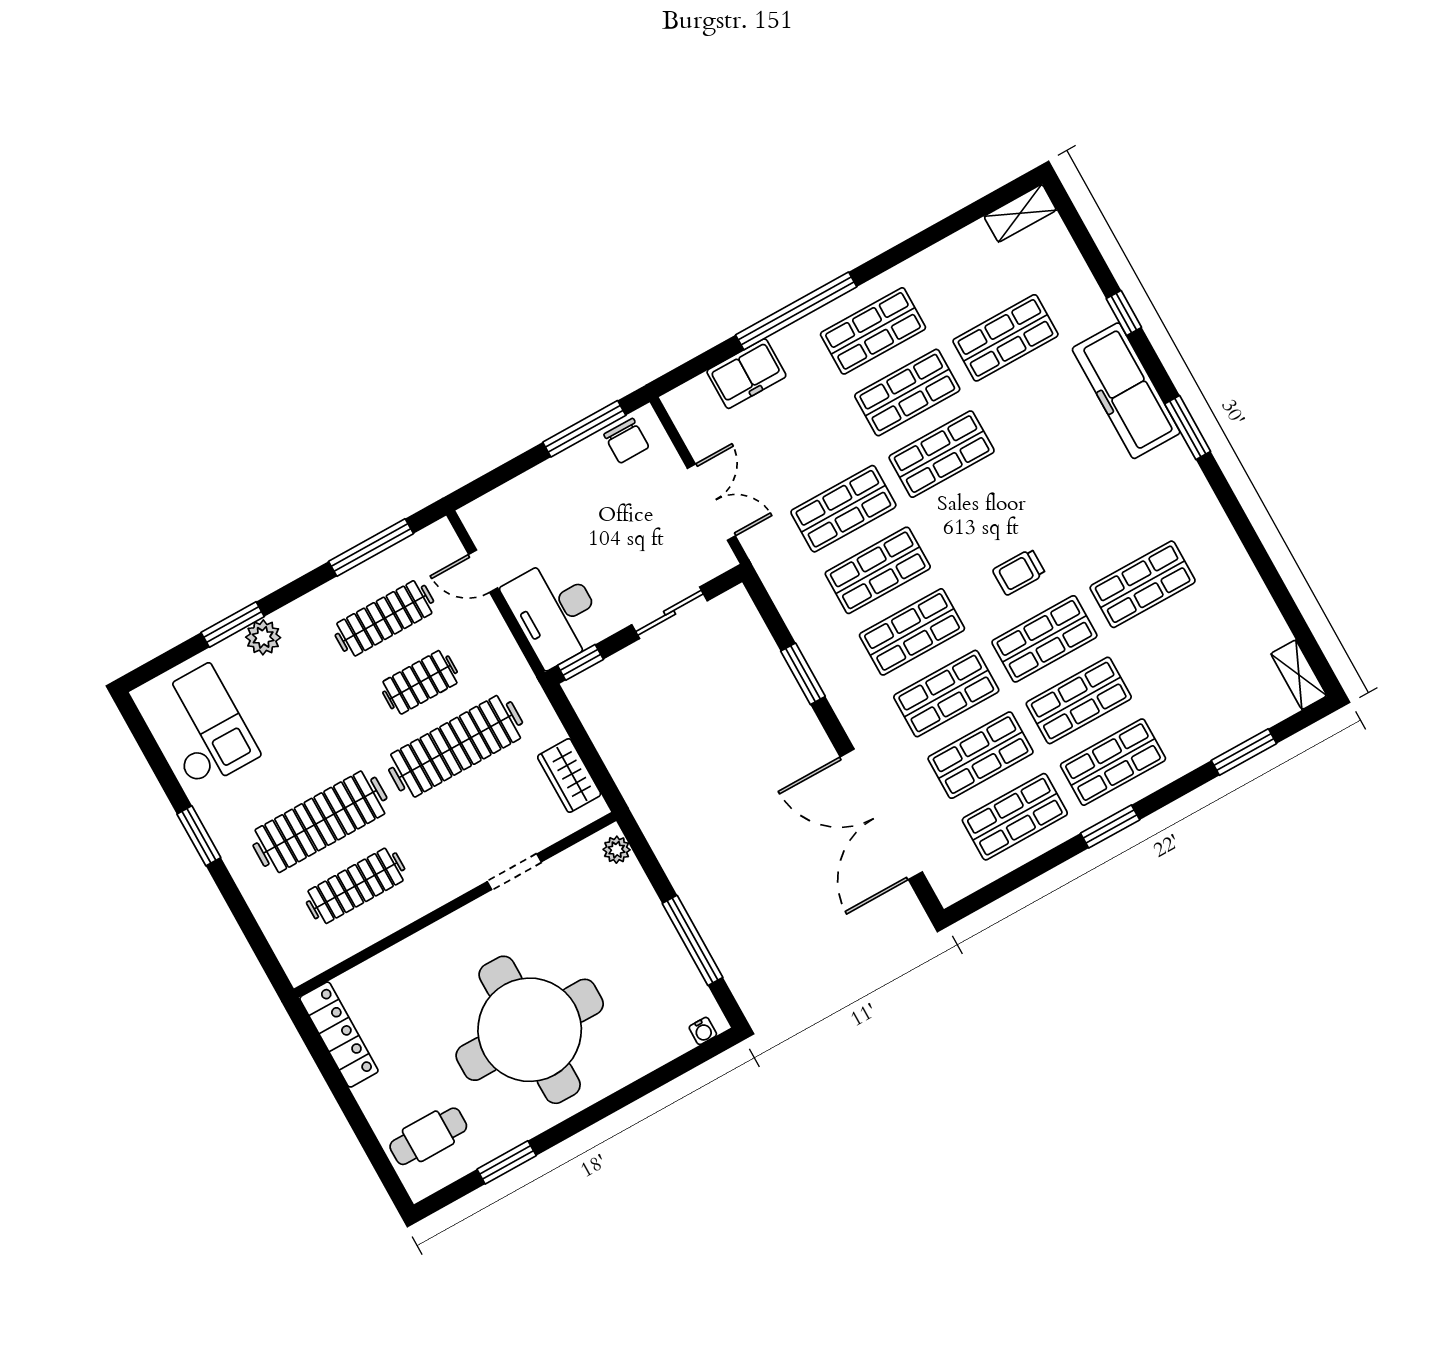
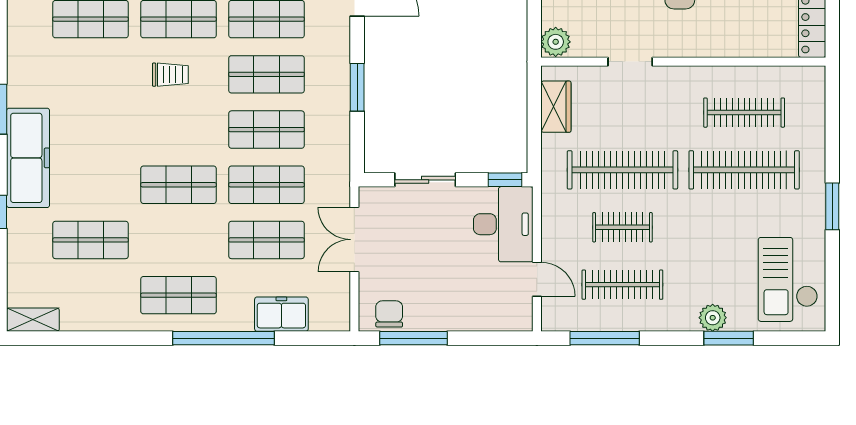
shop shelf: (907, 392) -> (267, 240), moved
plant: (617, 850) -> (556, 42), width x1.38, depth x1.38

